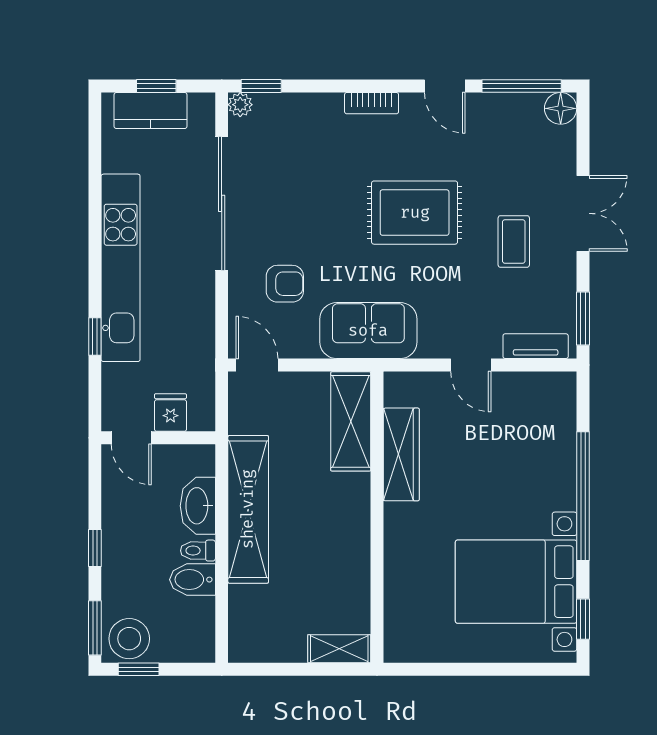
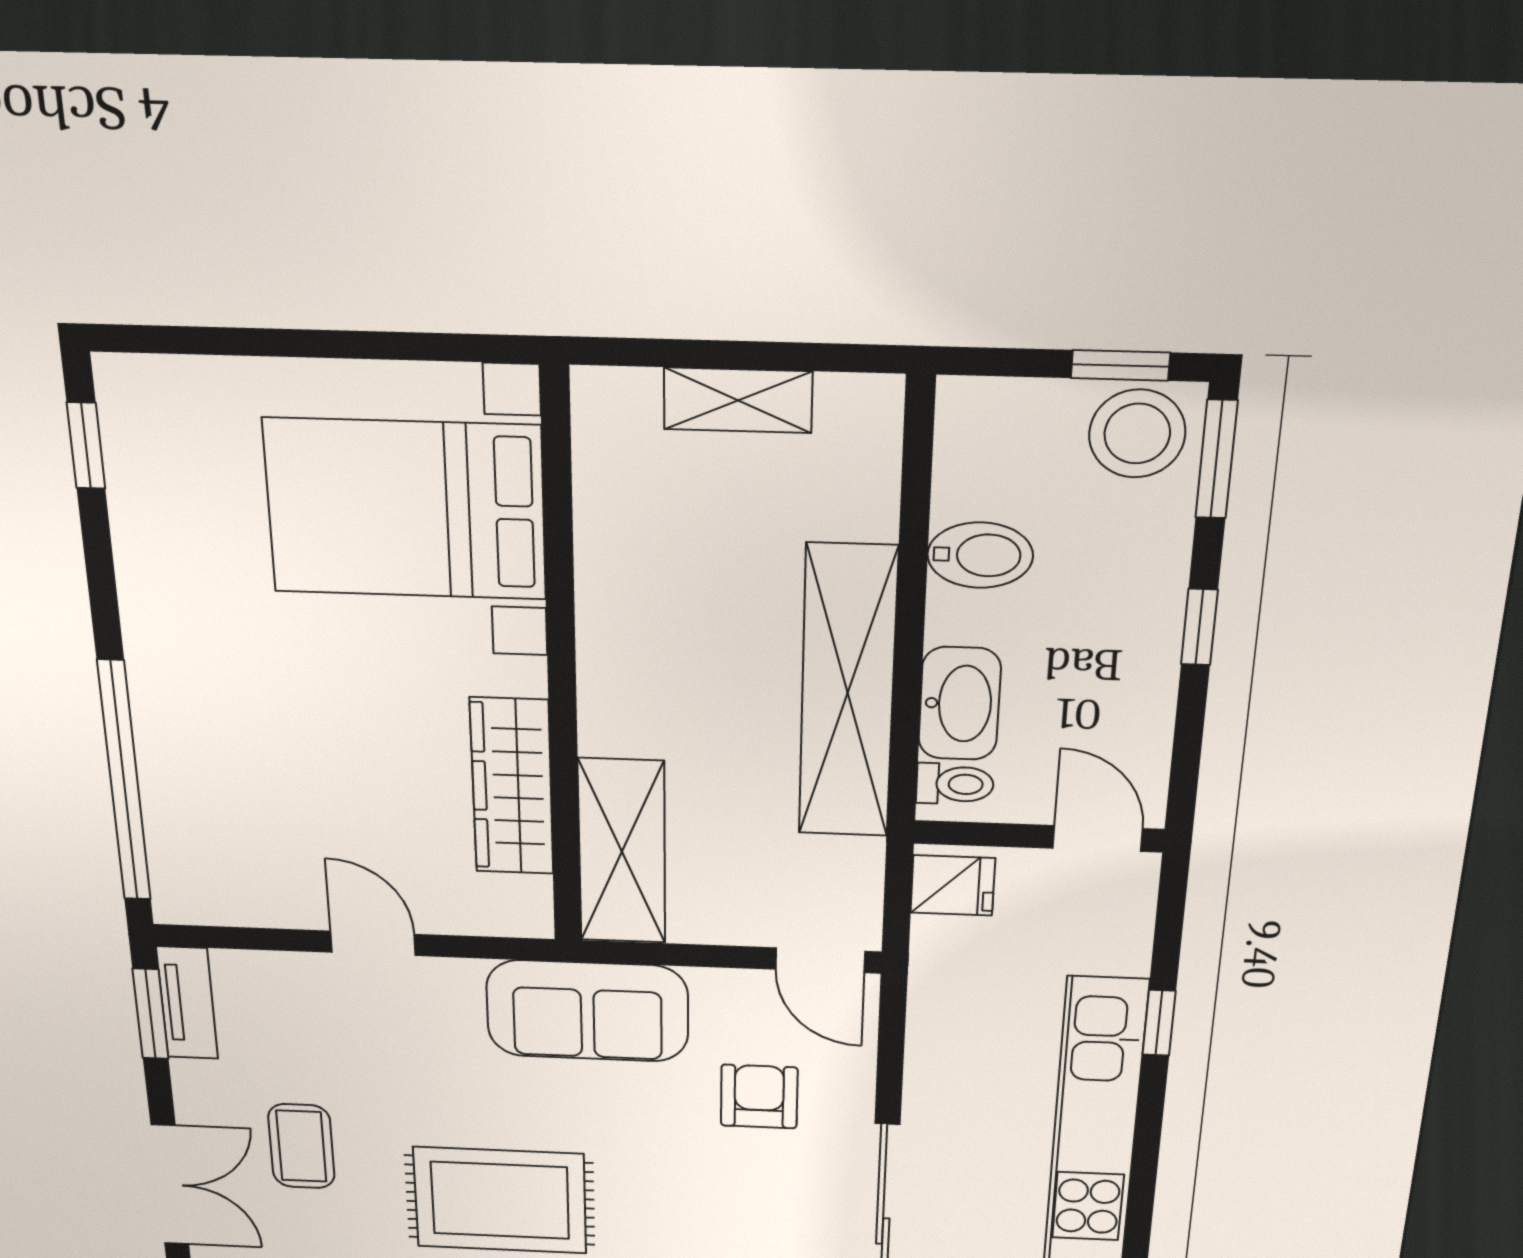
double door: (583, 213) -> (170, 1185), swing flipped
armchair: (285, 284) -> (759, 1097), turned 90
tv unit: (536, 346) -> (187, 1003), moved, turned -90
fridge: (170, 413) -> (953, 885), moved, turned -90
window: (583, 496) -> (124, 782), moved
toilet: (198, 551) -> (955, 784), moved
bed with nightstands: (516, 582) -> (406, 509), moved, turned 180
shelving: (339, 649) -> (738, 400), moved

